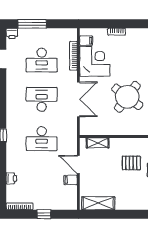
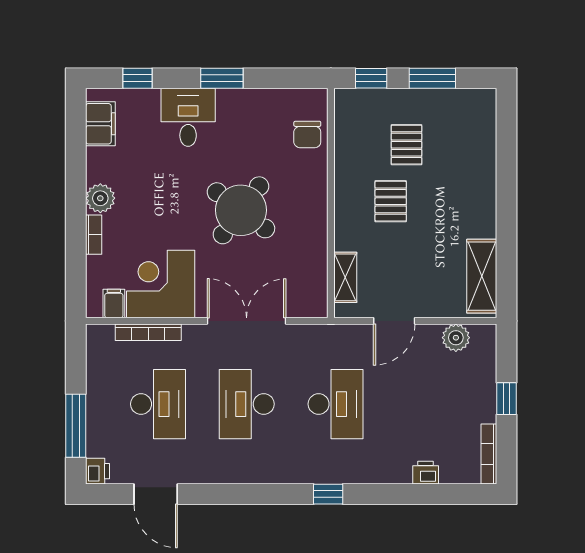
plant: (133, 35) -> (100, 198), added
filing cabinet: (71, 180) -> (429, 339), removed
plant: (71, 192) -> (456, 338), added

